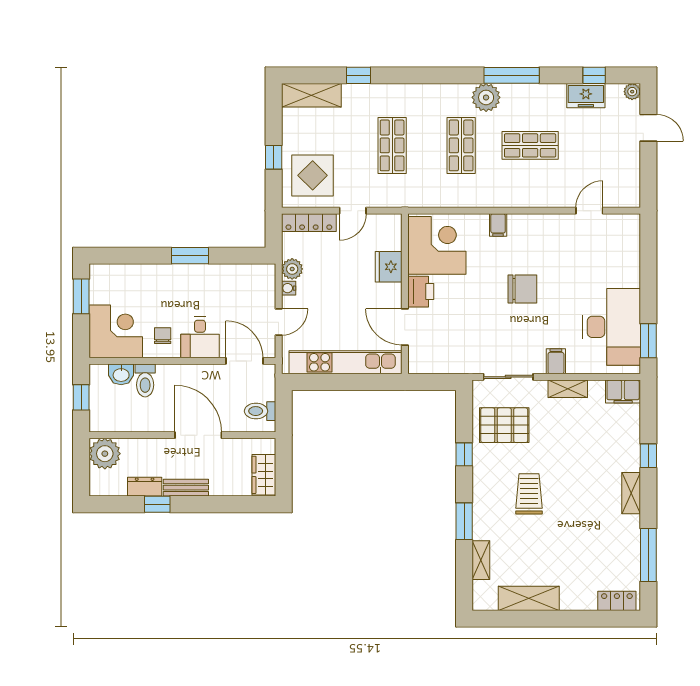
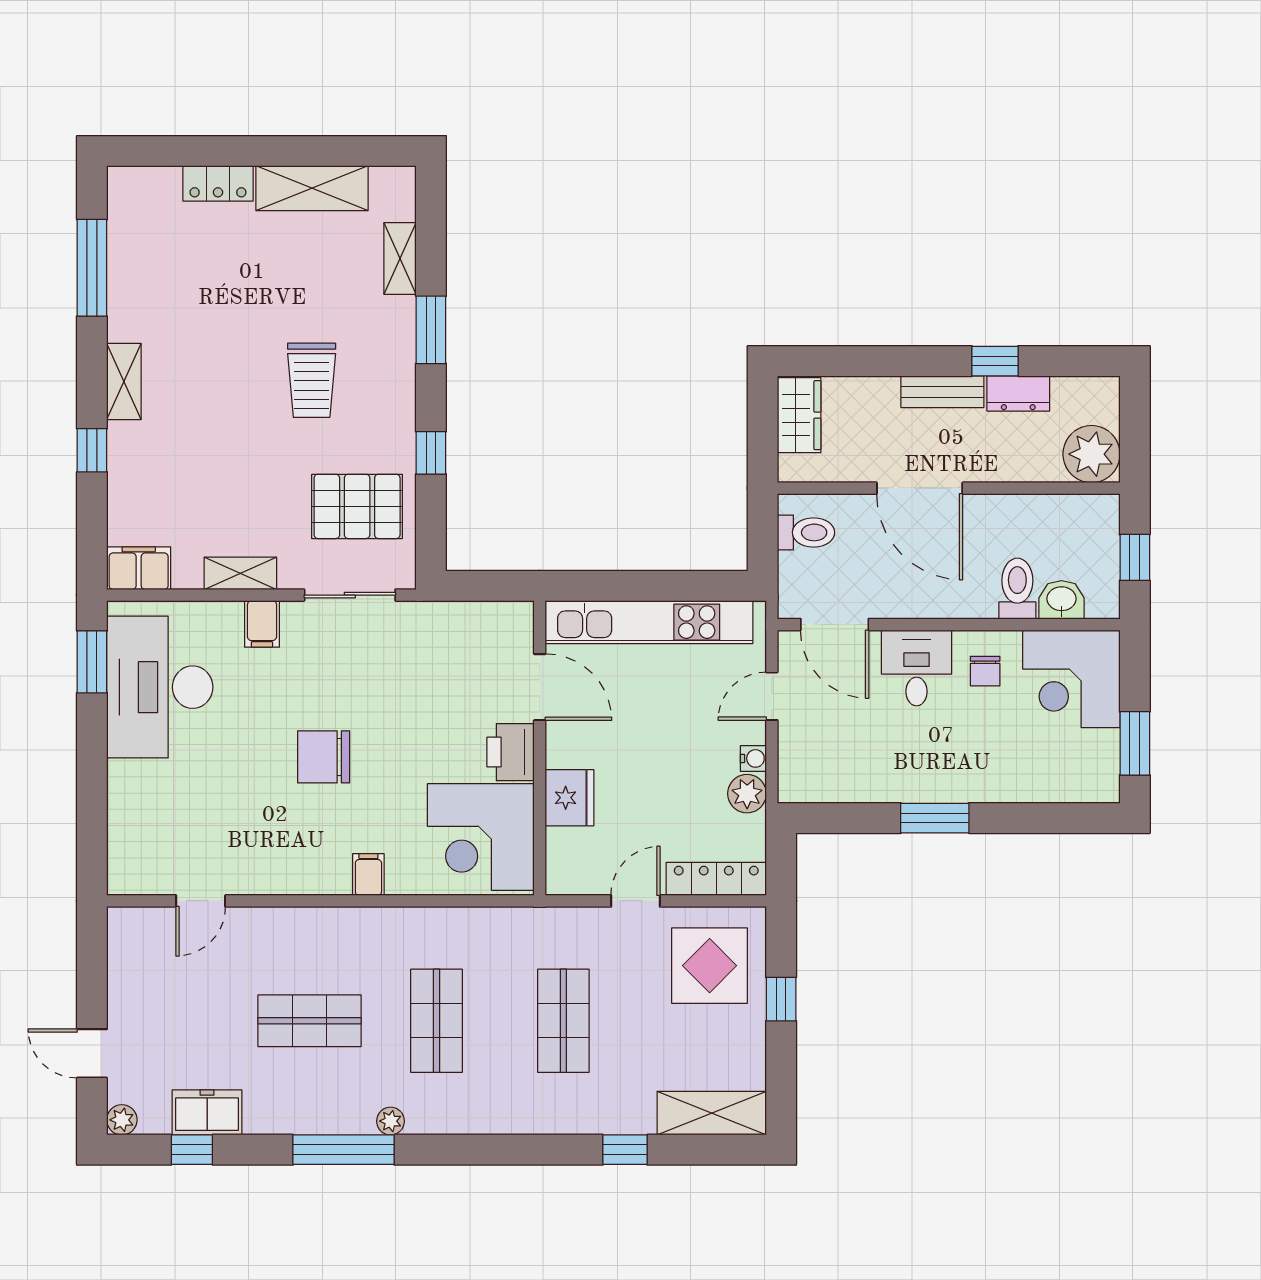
plant: (486, 97) -> (391, 1121), width x0.53, depth x0.53
locker: (617, 601) -> (218, 183), moved

